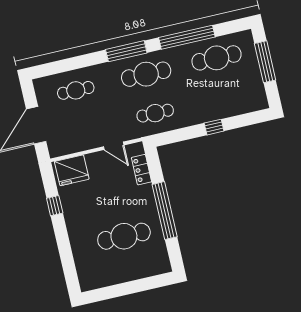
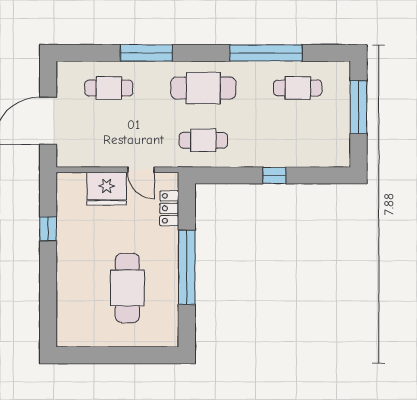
window: (126, 51) -> (146, 53), moved
cafe table: (217, 58) -> (298, 88), width x0.73, depth x0.74
fridge: (72, 170) -> (107, 189), moved
cafe table: (124, 236) -> (127, 288), turned 90

